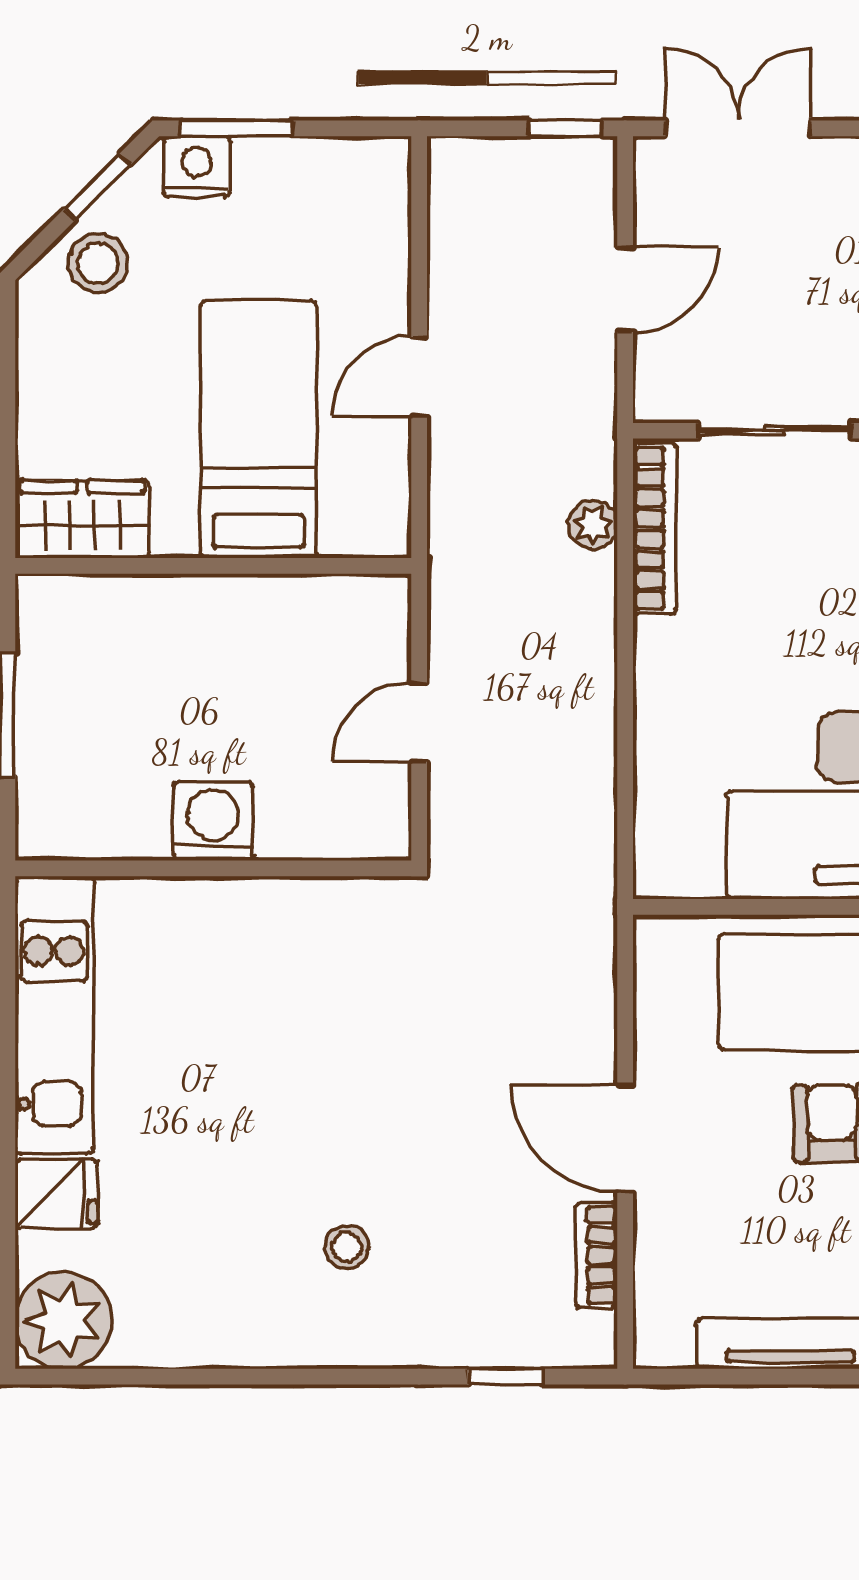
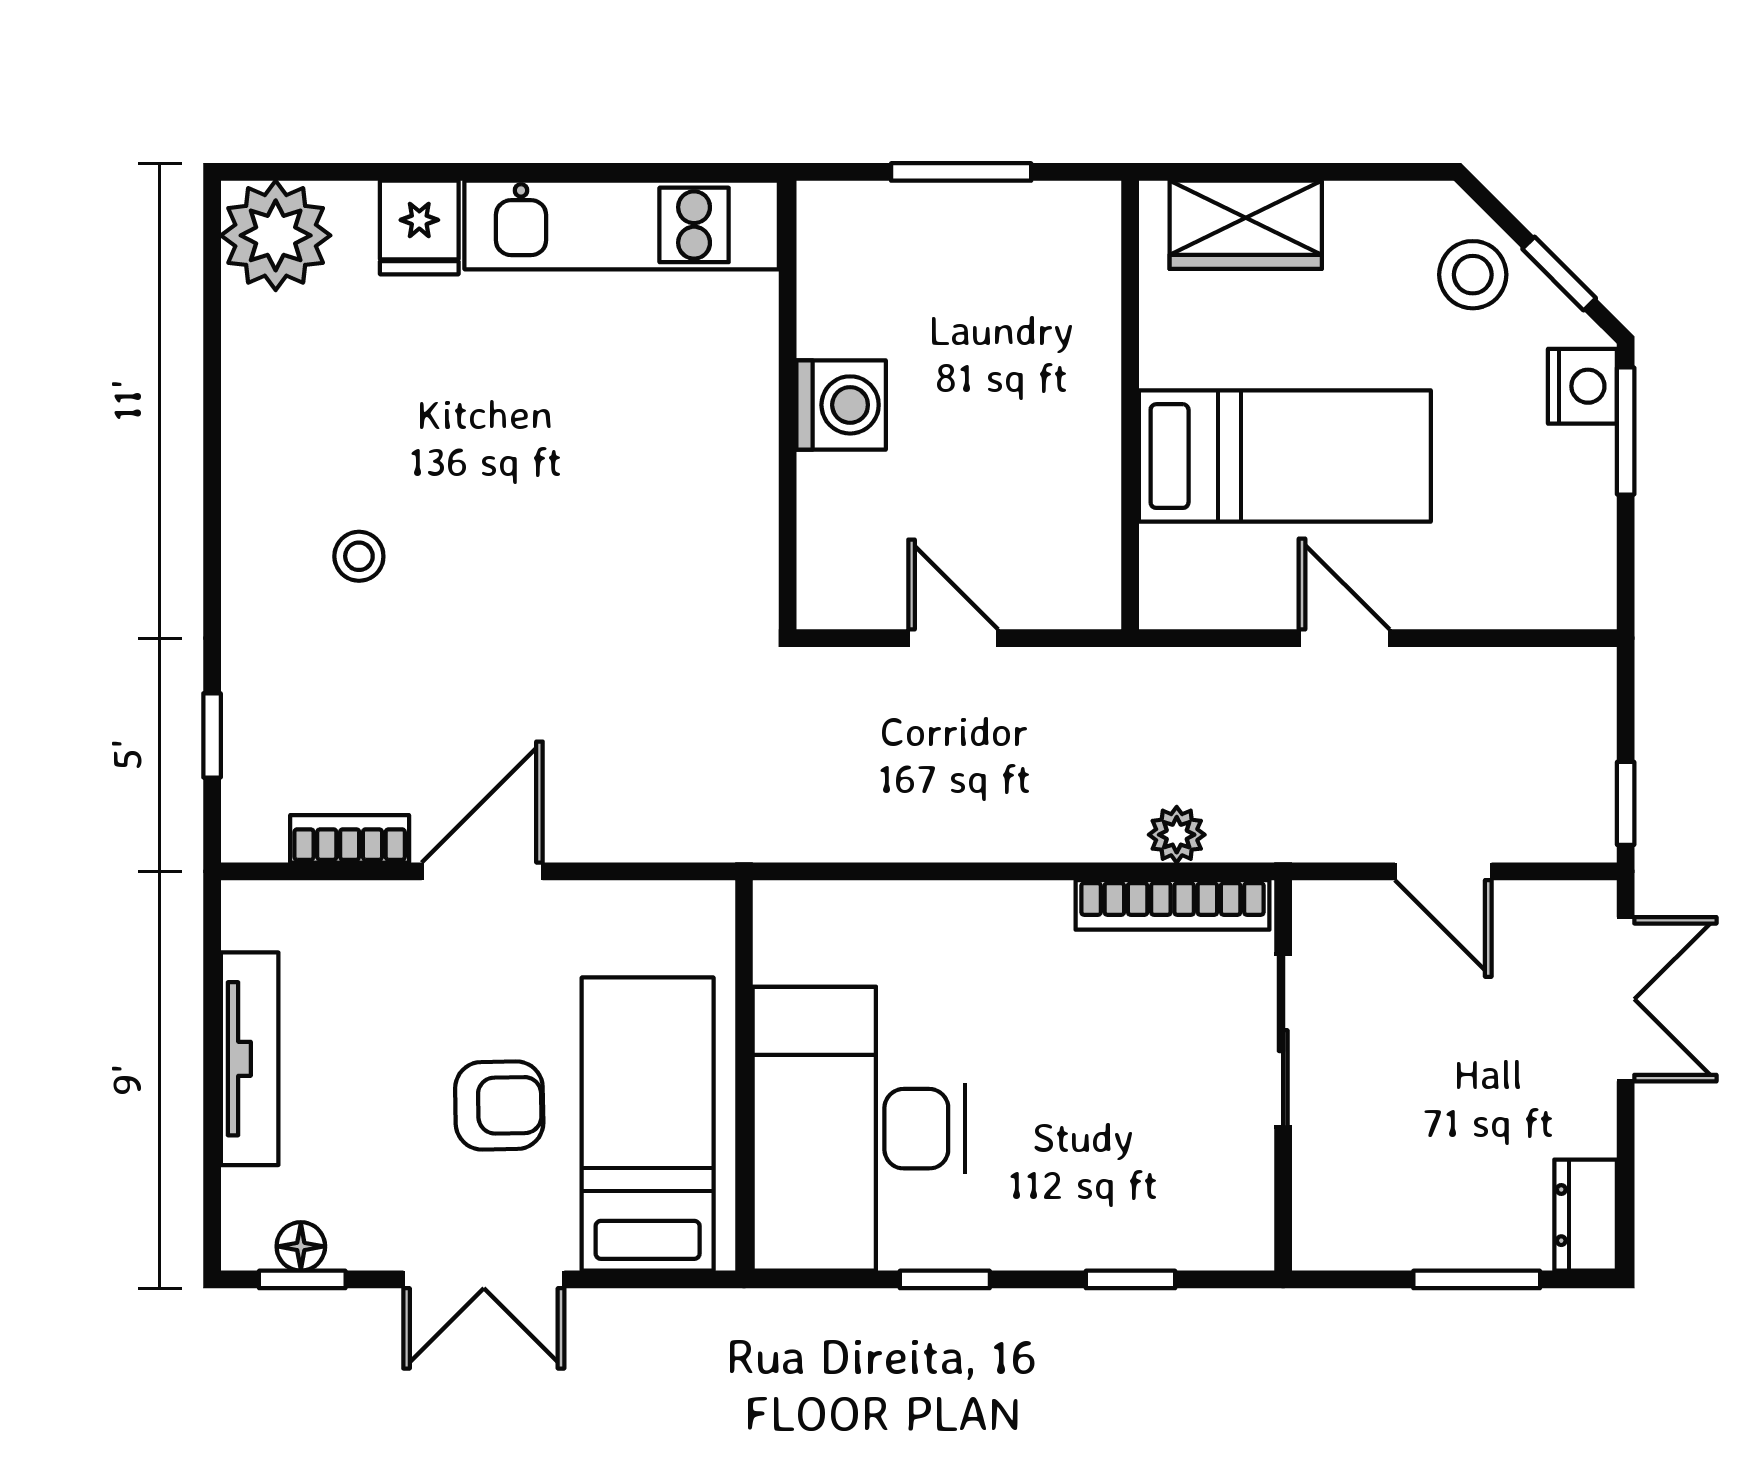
wardrobe: (82, 519) -> (1246, 225), moved, turned 90

